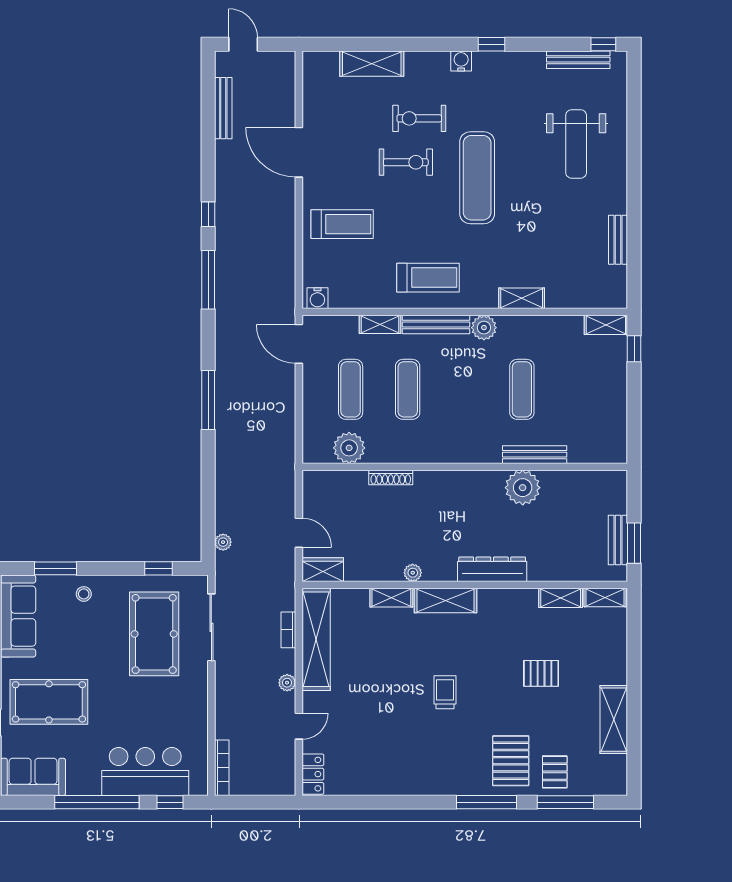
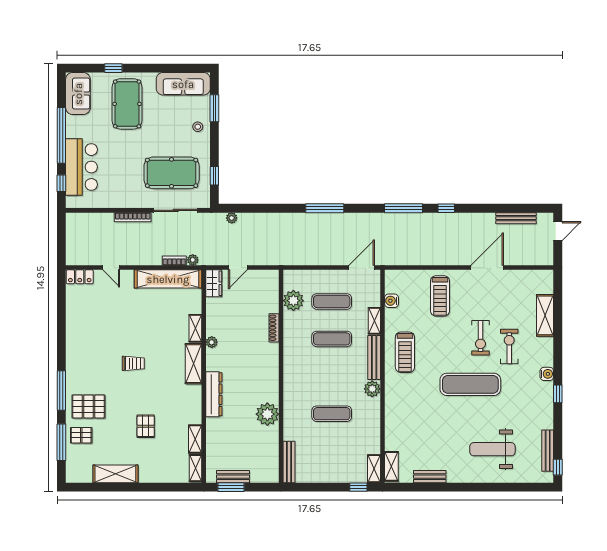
water cooler: (317, 298) -> (392, 301), moved
shelving: (522, 298) -> (391, 466), moved
bench: (535, 455) -> (289, 462), moved
plant: (287, 683) -> (193, 260), moved
bookcase: (222, 768) -> (133, 217), moved

